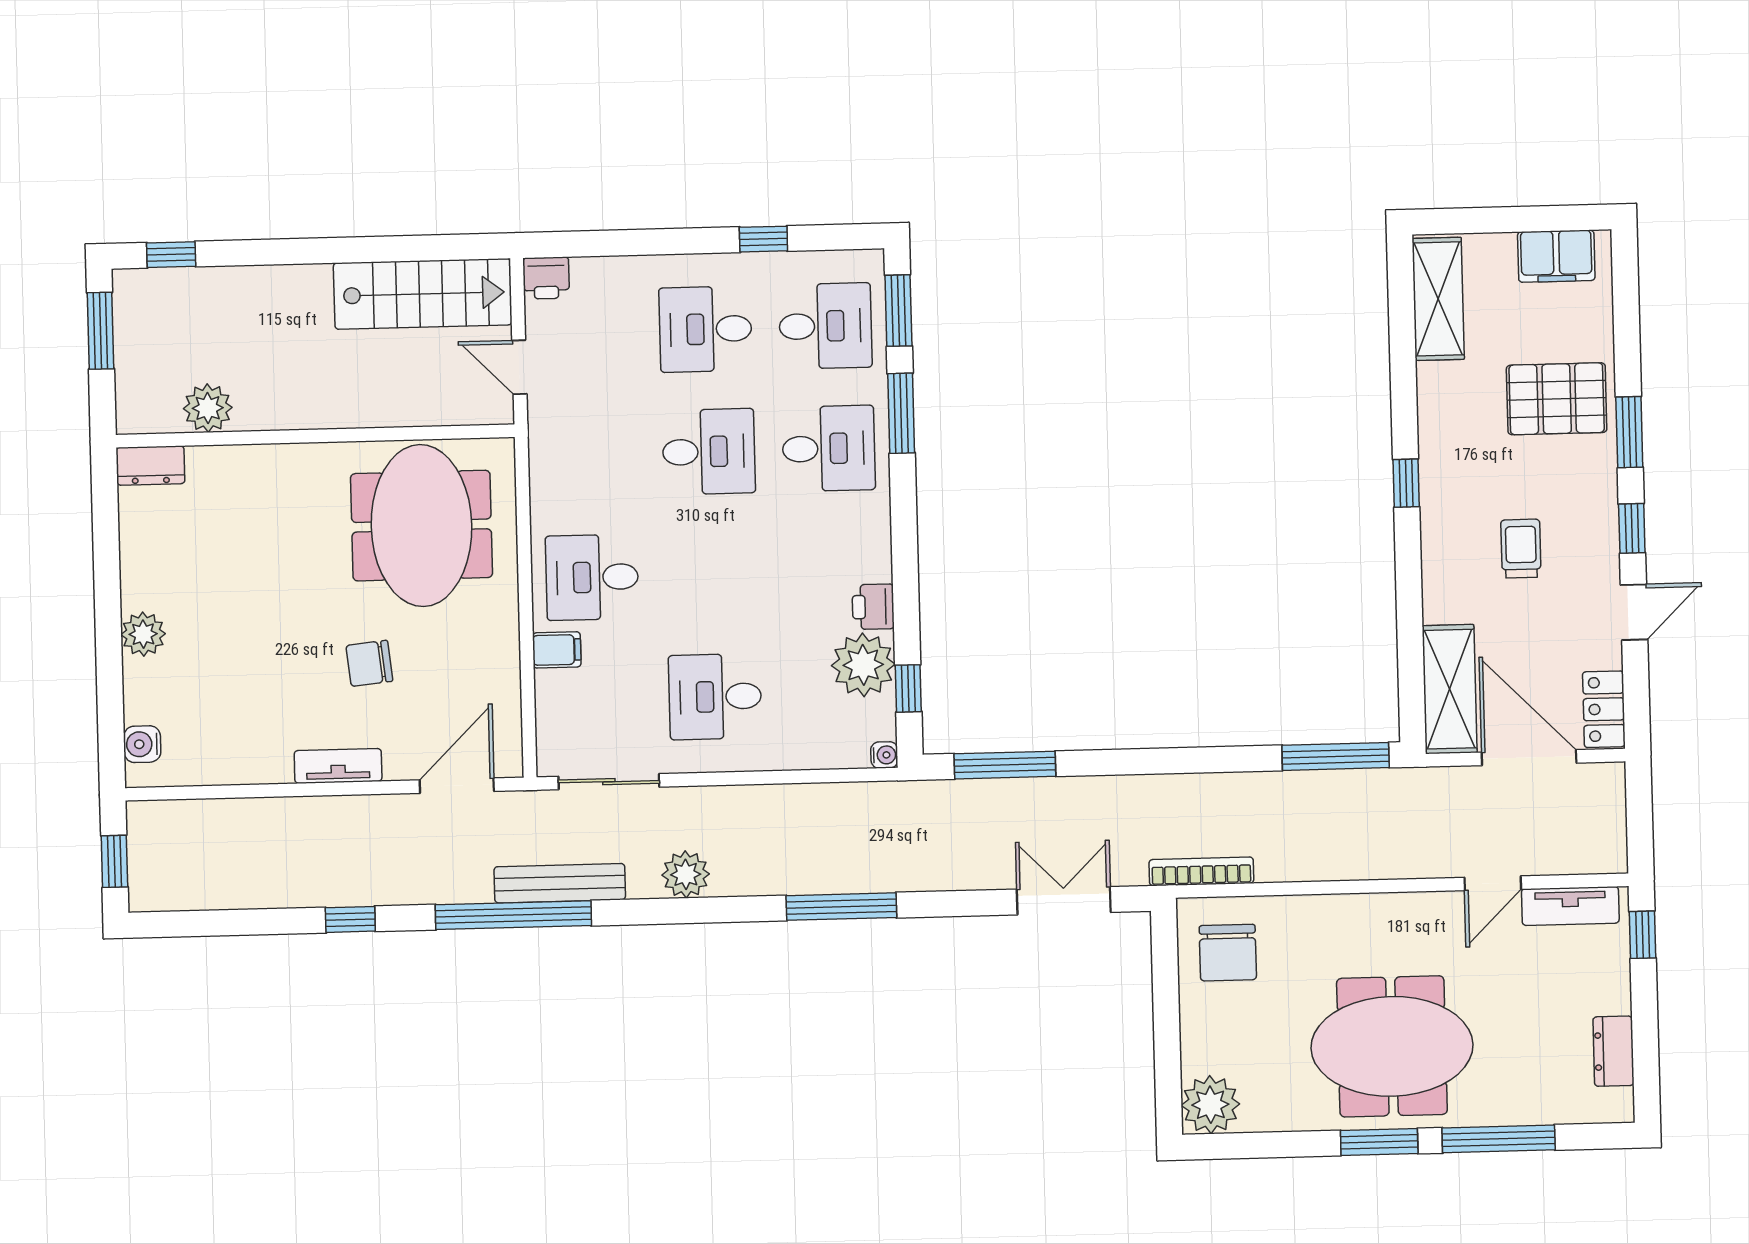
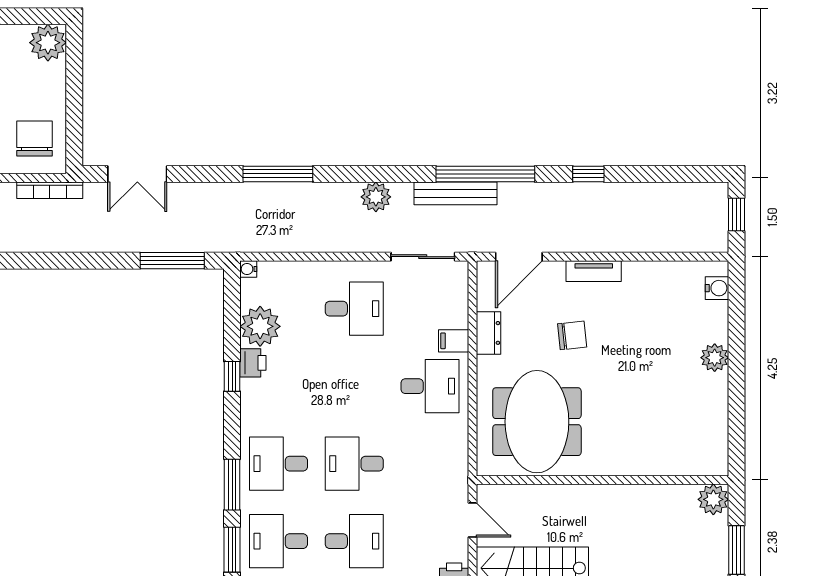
plant: (208, 408) -> (713, 499), moved
dresser: (150, 466) -> (488, 333), moved, turned 90
window: (908, 688) -> (232, 376), moved

